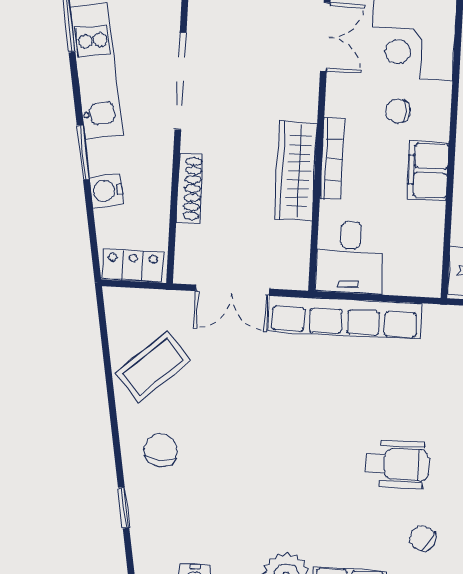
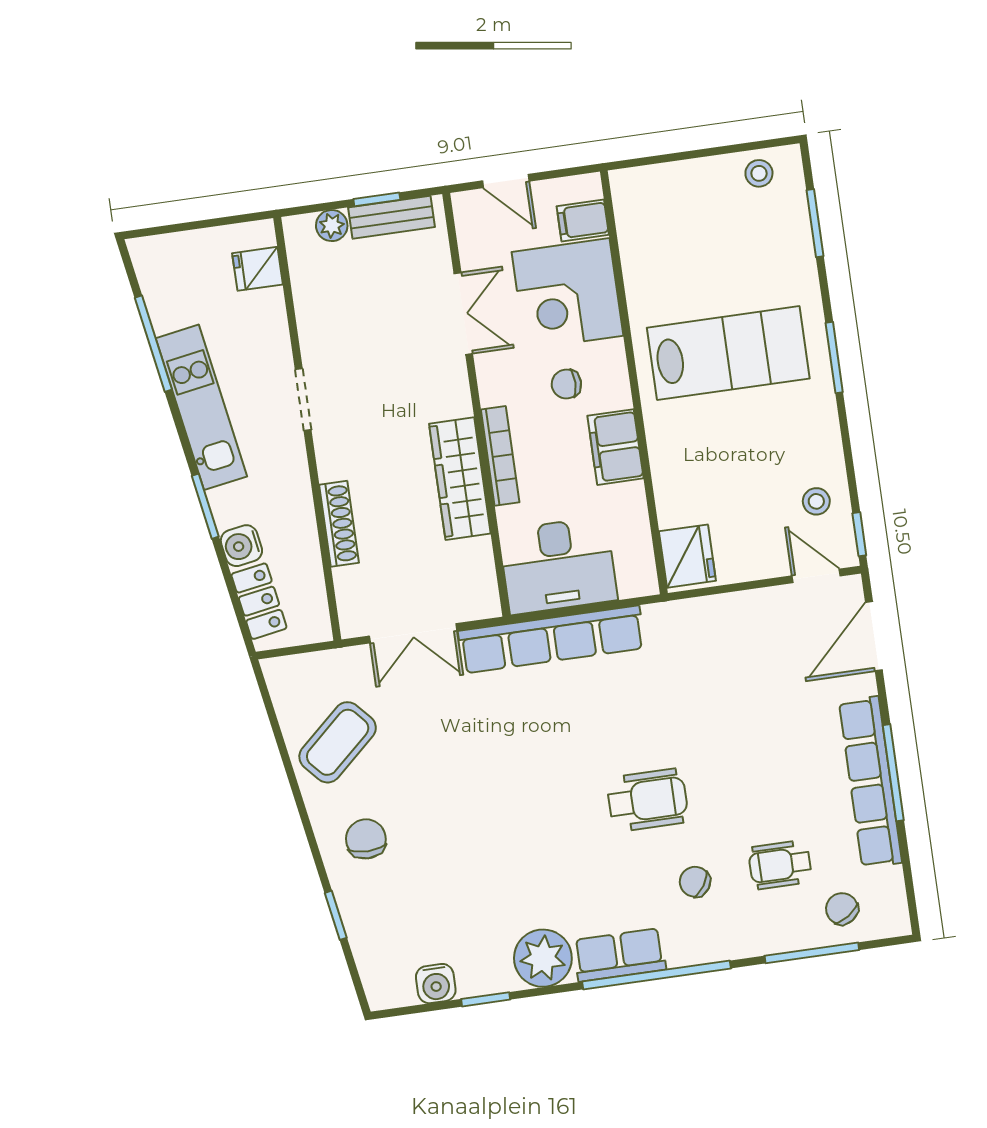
doorway: (180, 81) -> (303, 400), width x0.53
desk: (350, 257) -> (558, 565), width x1.37
locker: (133, 266) -> (259, 601), moved, turned 80

